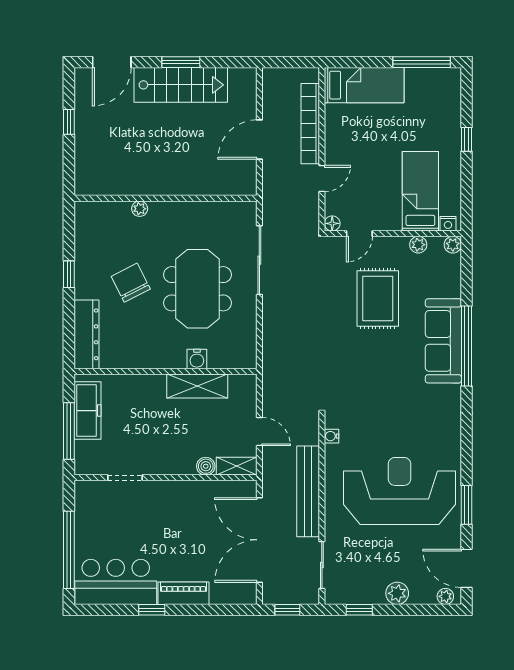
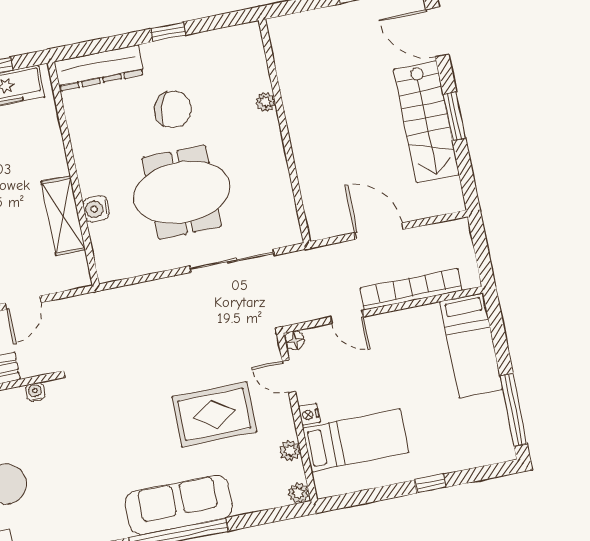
nightstand: (448, 224) -> (309, 415), moved
chair: (131, 283) -> (173, 109), turned 45

